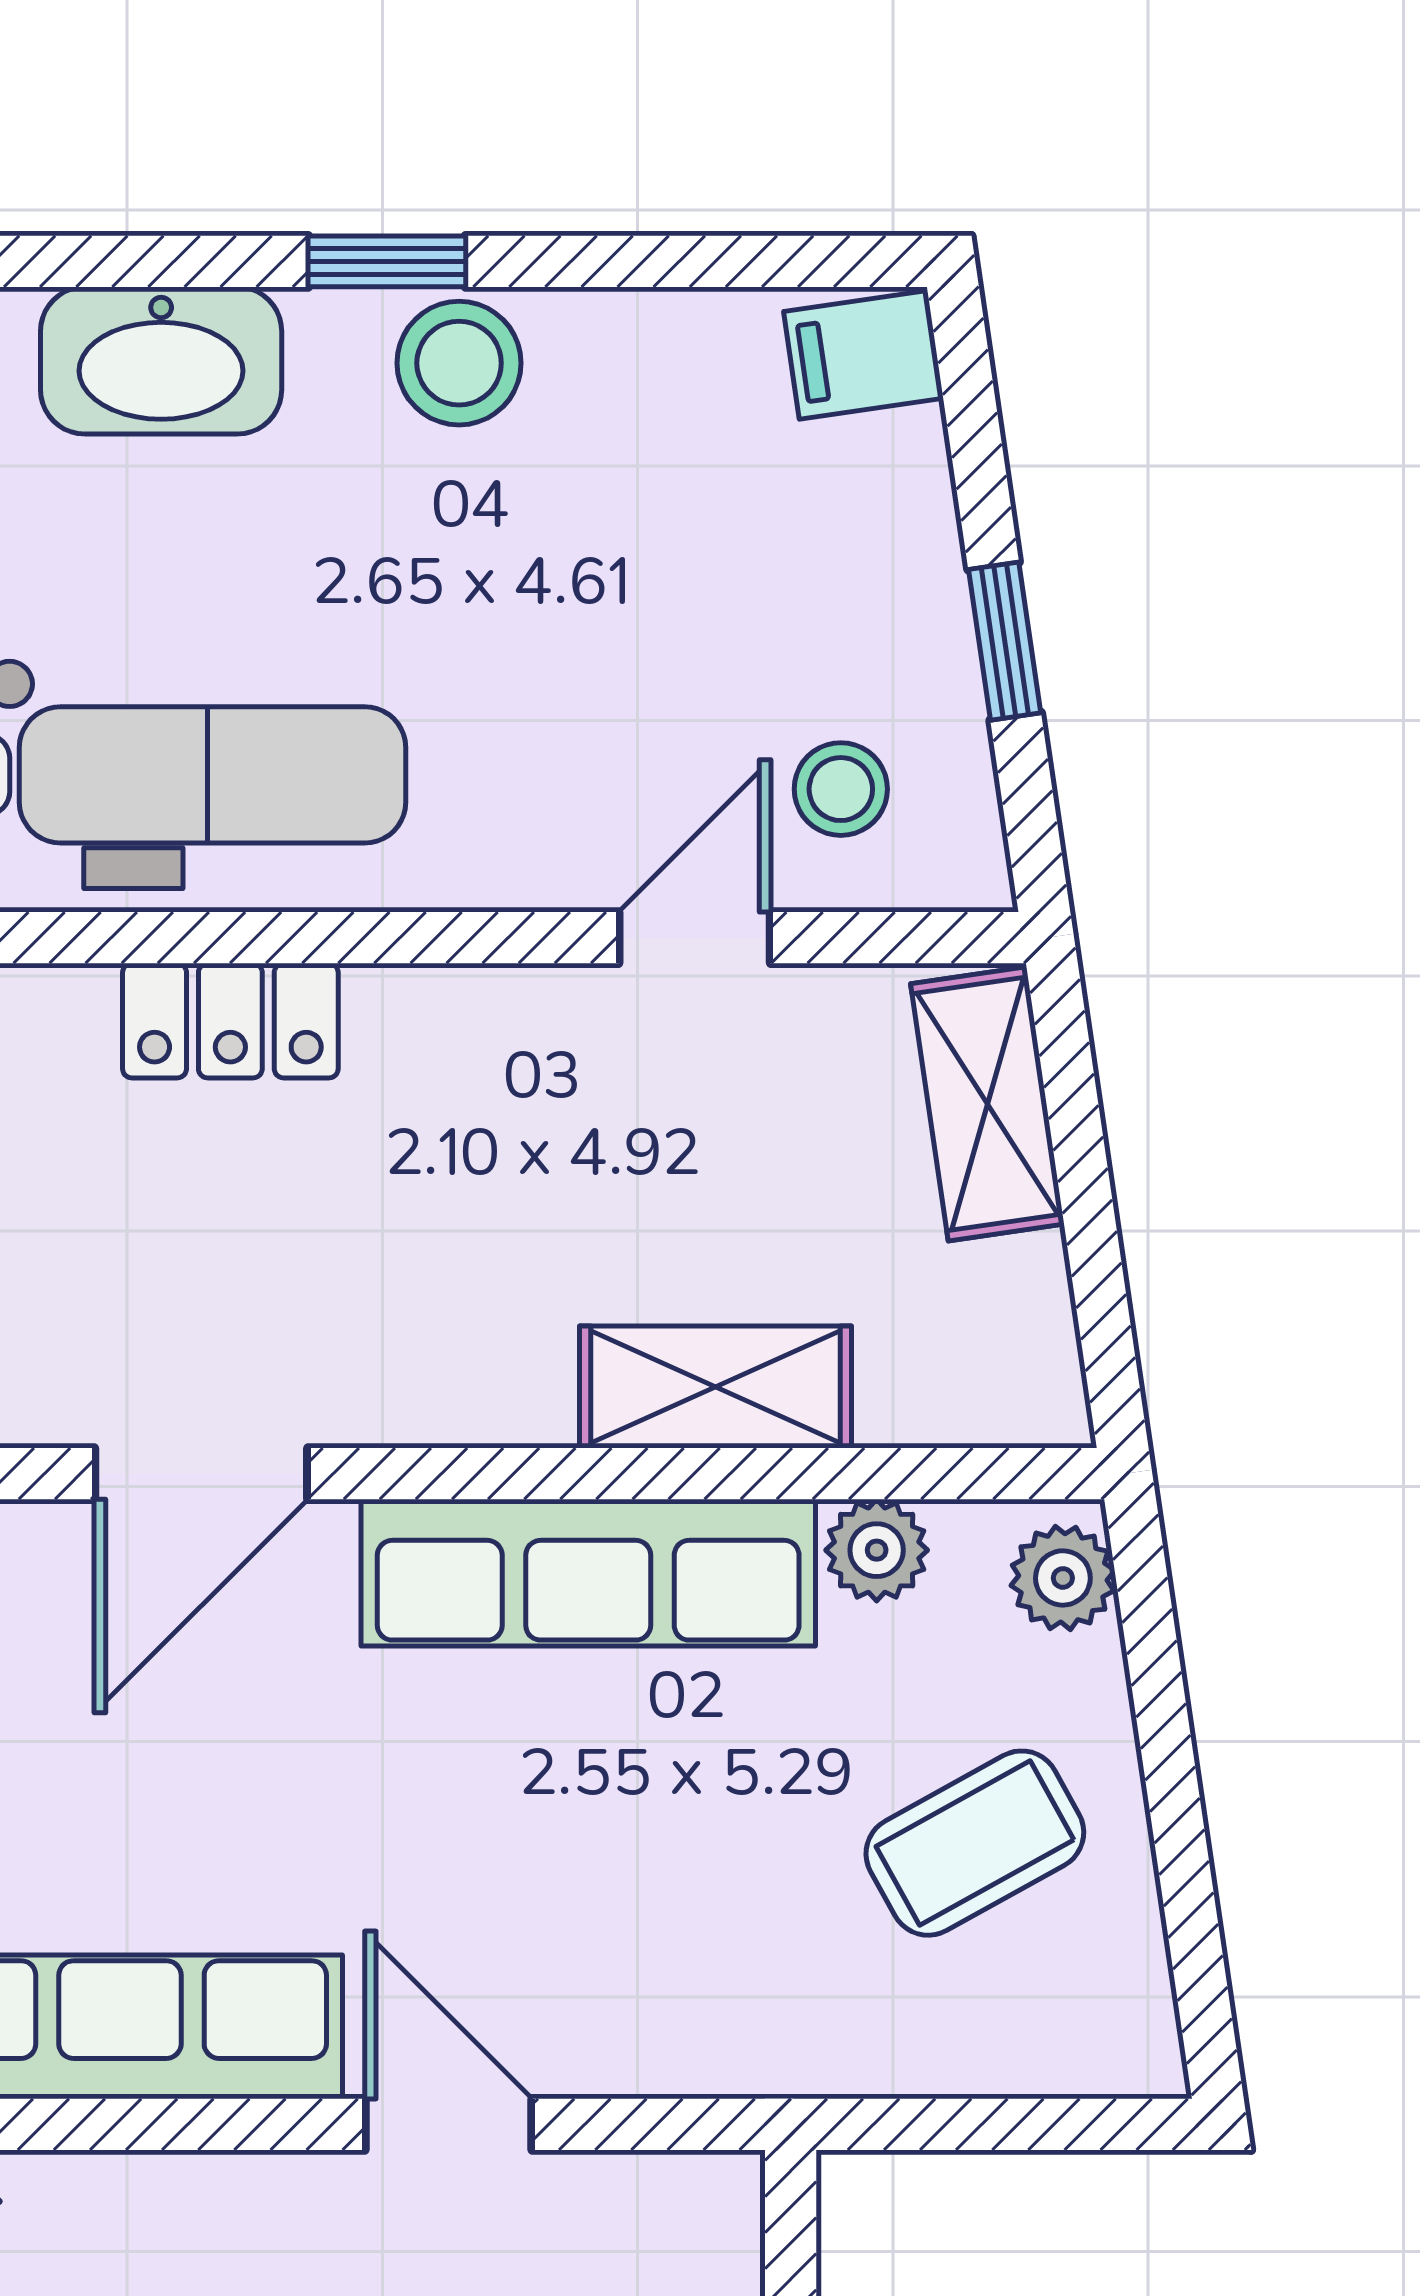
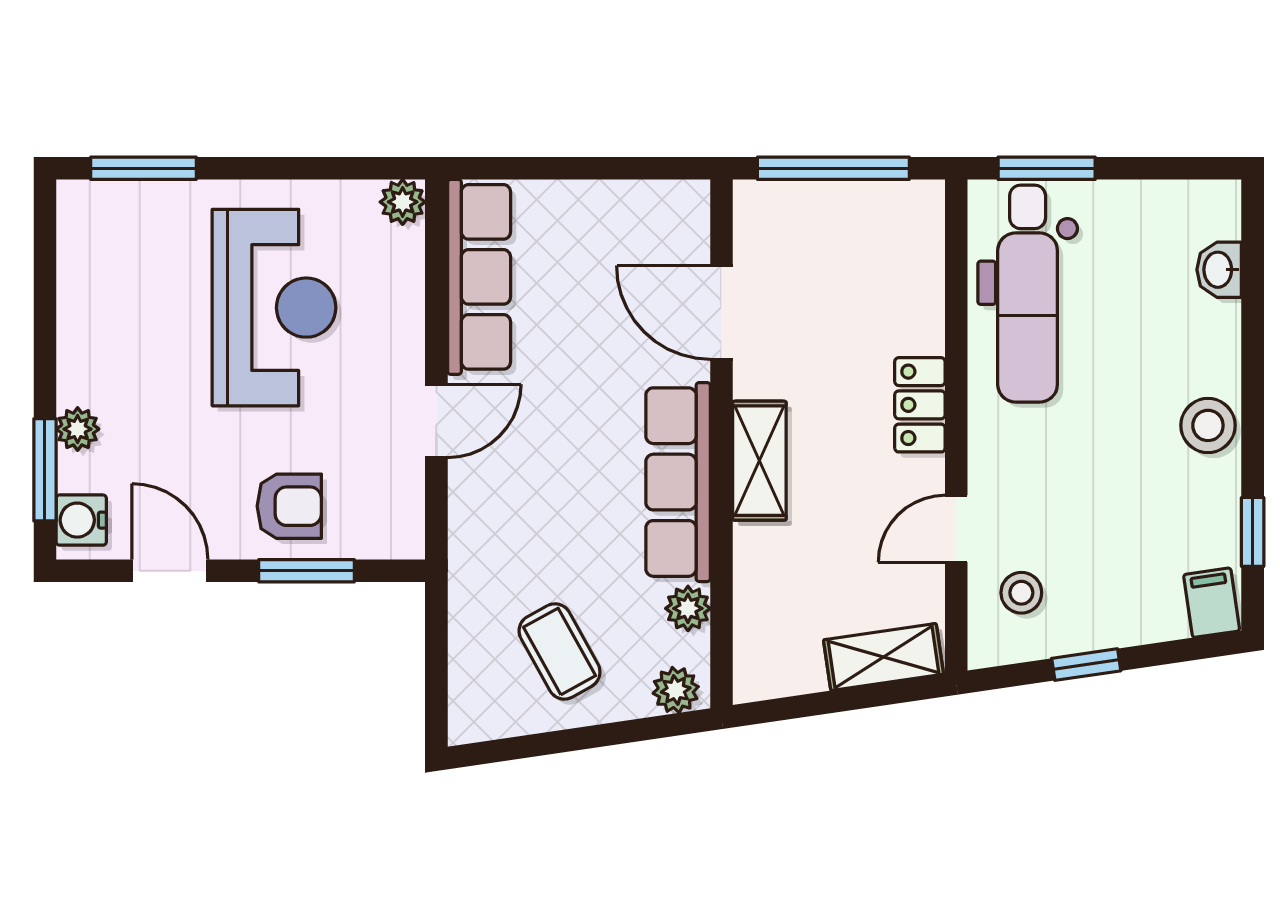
window: (387, 261) -> (1253, 532), moved
washbasin: (161, 360) -> (1219, 270), width x0.52, depth x0.69
door: (695, 938) -> (956, 529), swing flipped
locker: (230, 1021) -> (920, 405), moved
shelving: (715, 1387) -> (759, 461), moved

